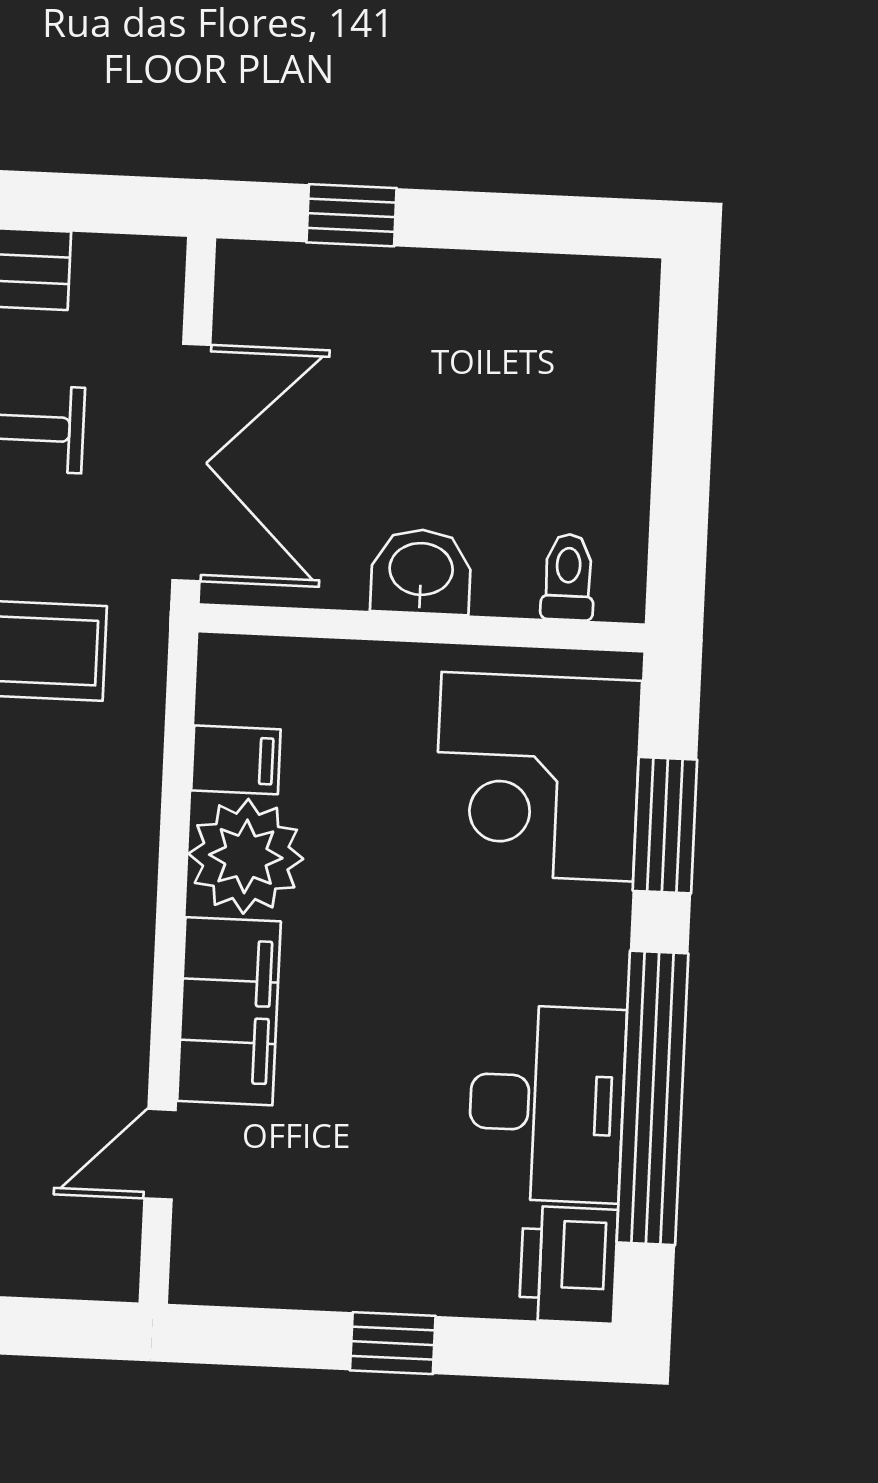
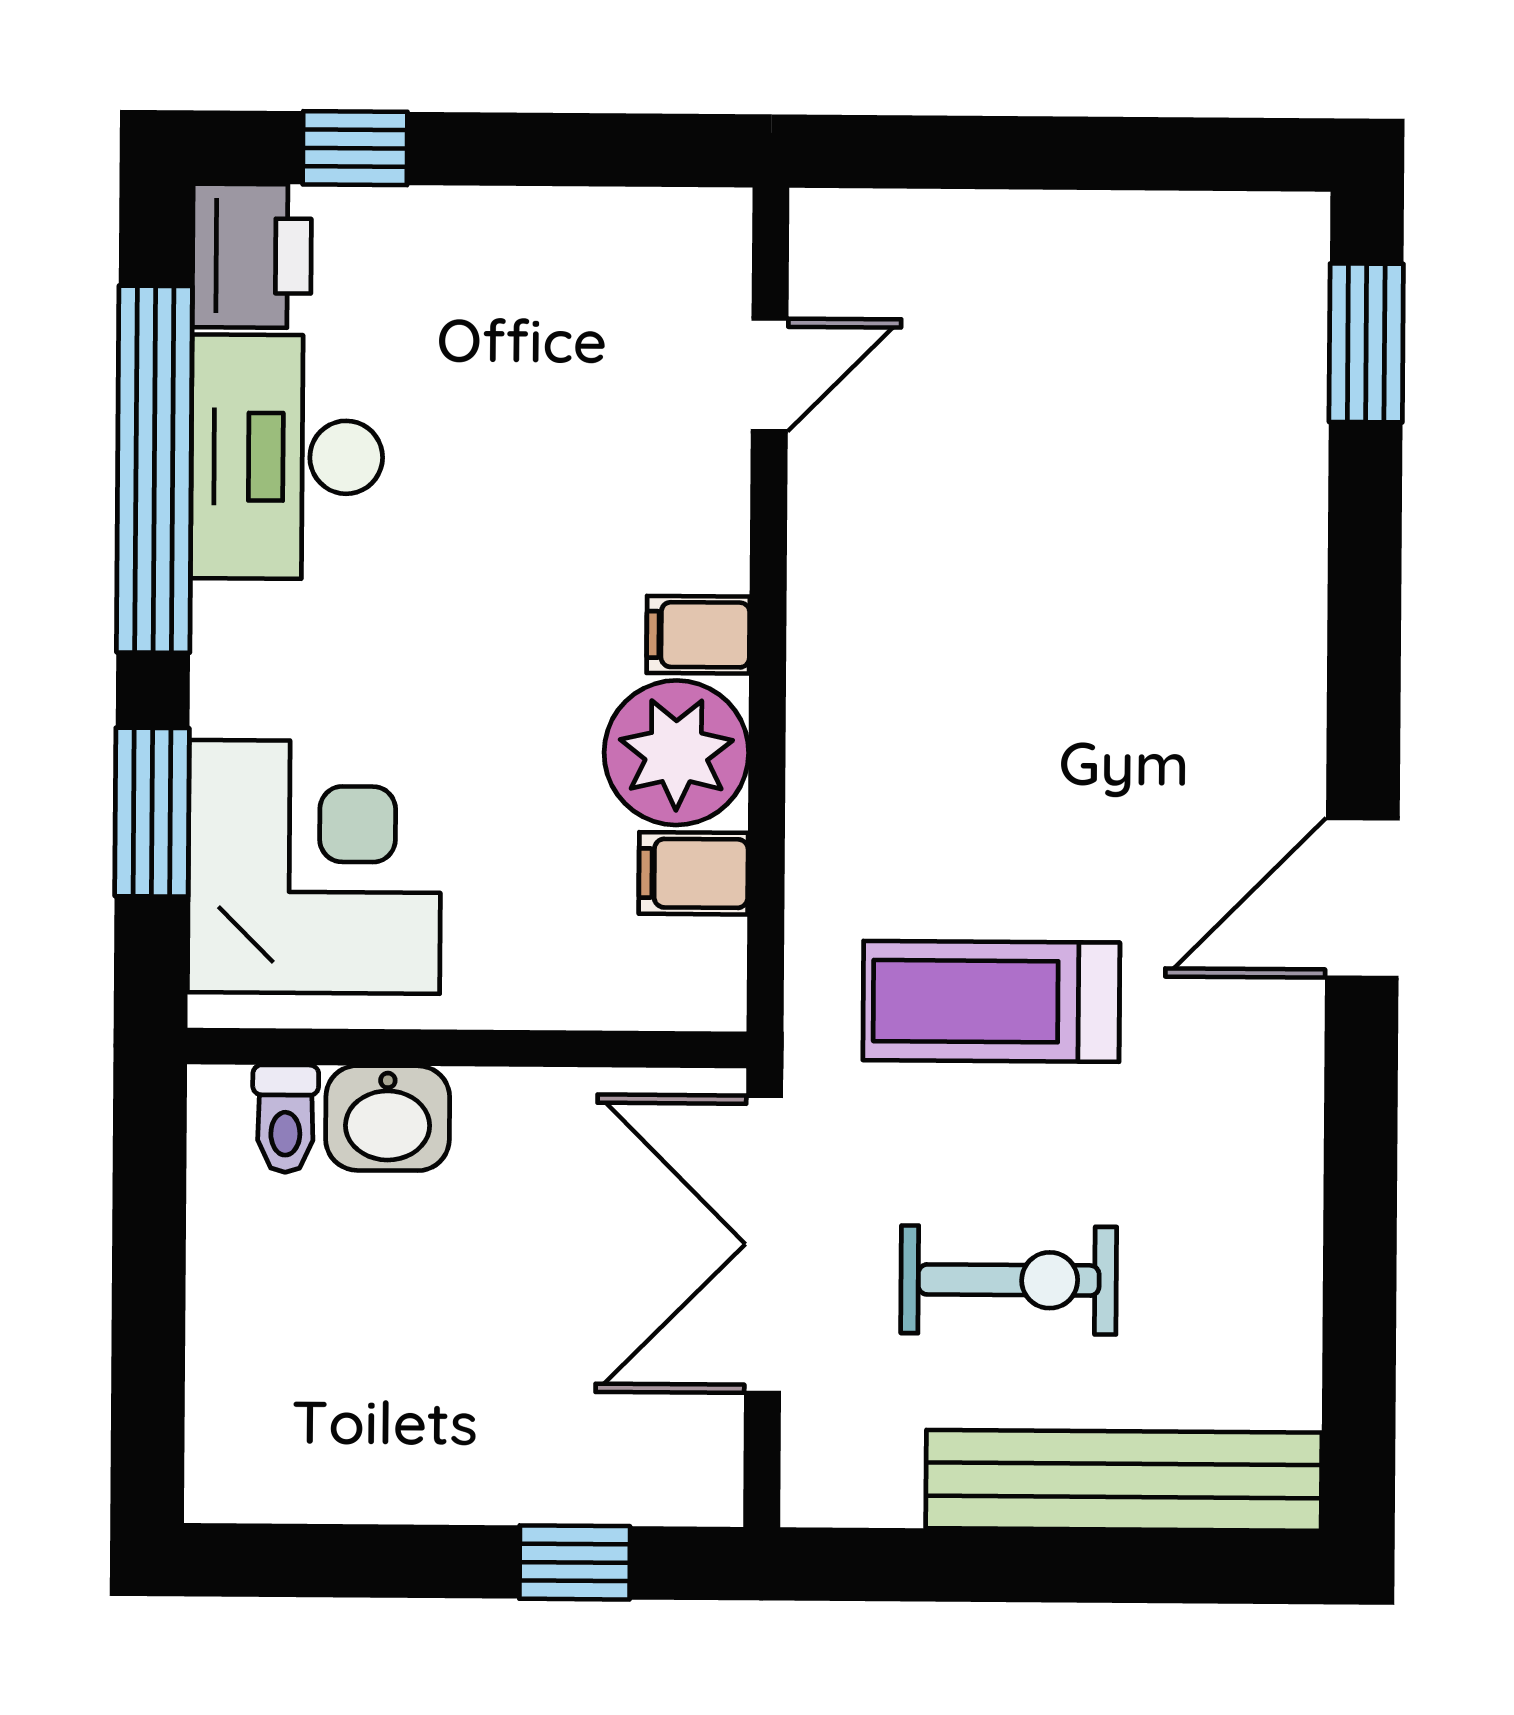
washbasin: (421, 571) -> (388, 1118), moved
filing cabinet: (229, 1011) -> (698, 635), width x0.33, depth x0.86
window: (393, 1343) -> (355, 148), moved

